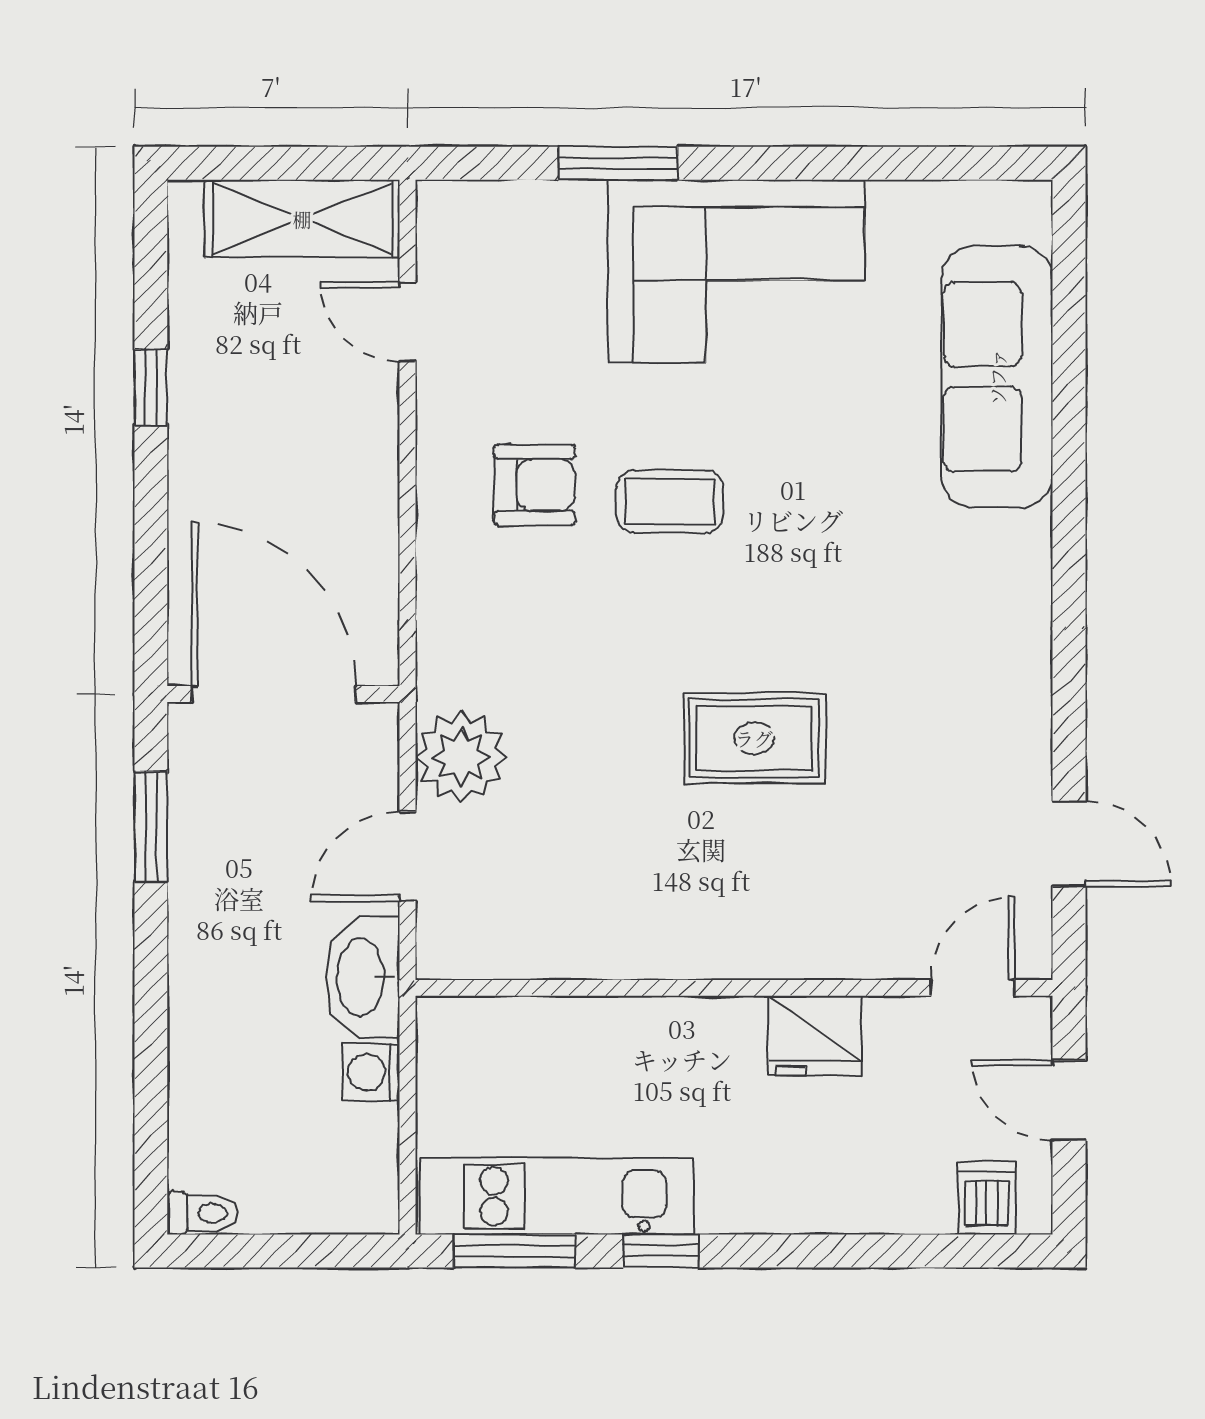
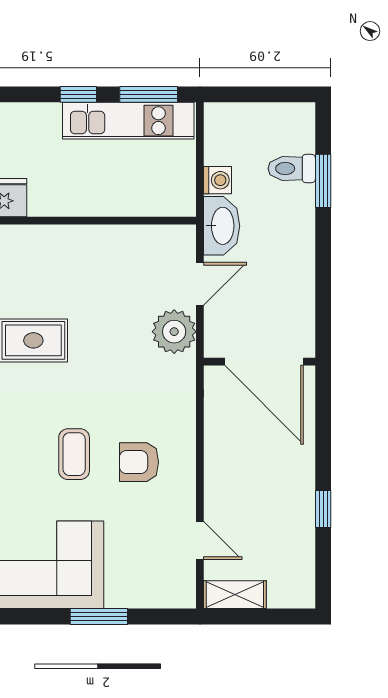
shelving: (302, 219) -> (235, 595), width x0.67, depth x0.75
coffee table: (670, 502) -> (74, 454), turned 90
window: (151, 827) -> (323, 181), moved
toilet: (203, 1213) -> (292, 168), moved, width x1.37, depth x1.39

